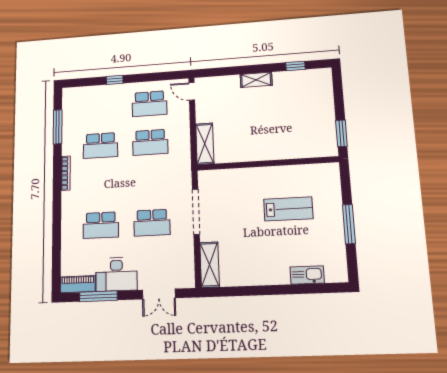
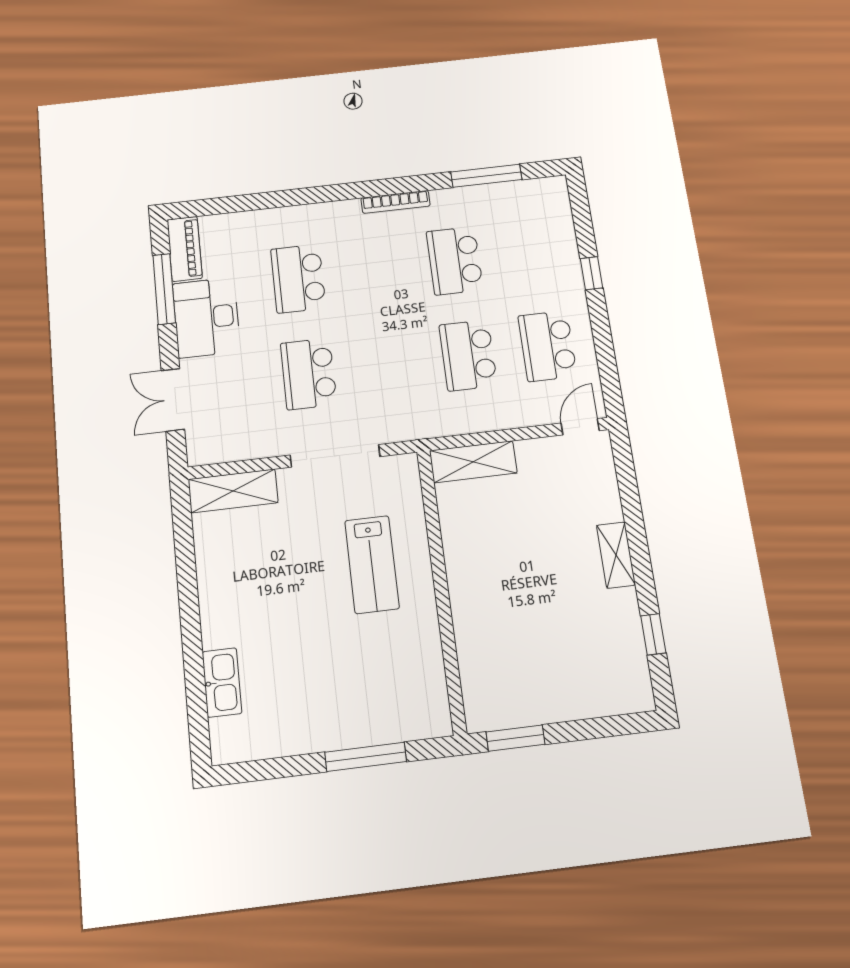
lab bench: (288, 209) -> (372, 564), moved
window: (349, 224) -> (366, 757), moved

